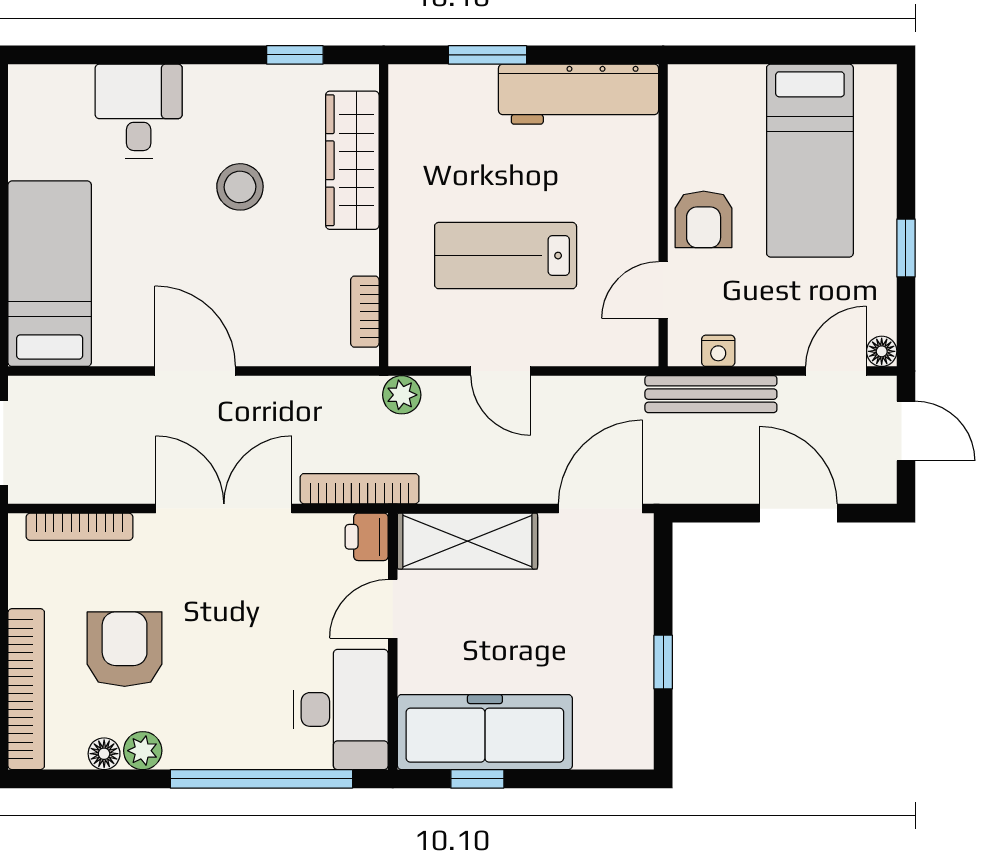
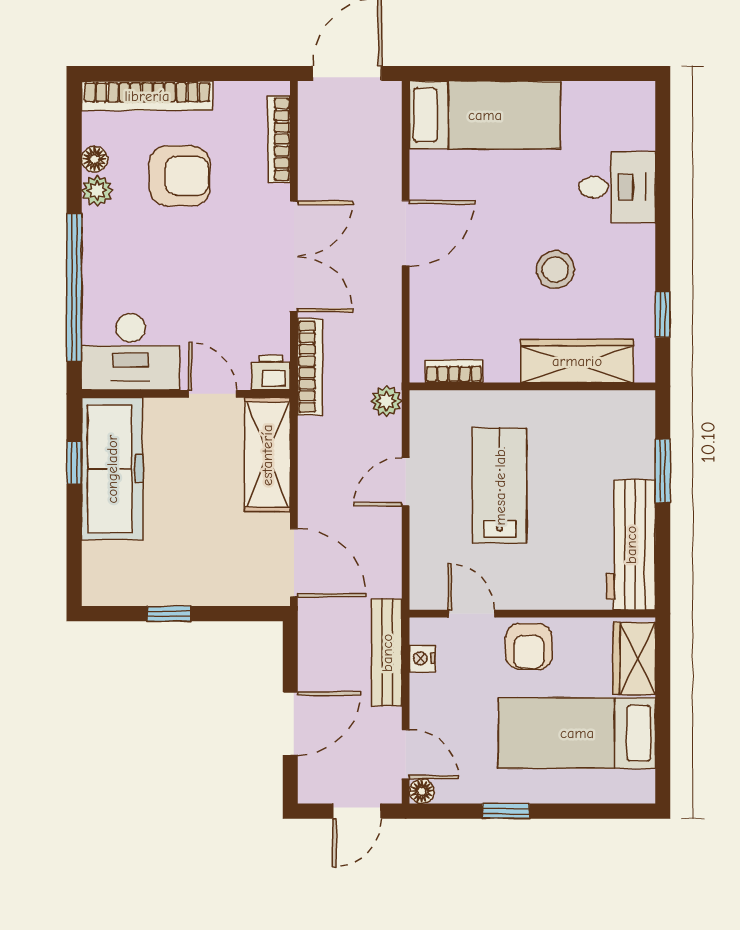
wardrobe: (718, 90) -> (634, 658), added
armchair: (704, 219) -> (529, 646), turned -90

